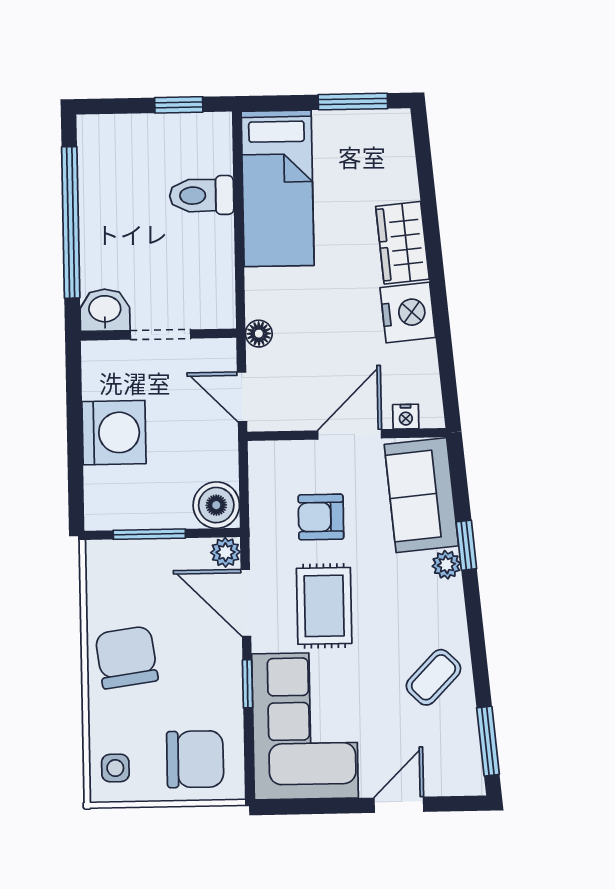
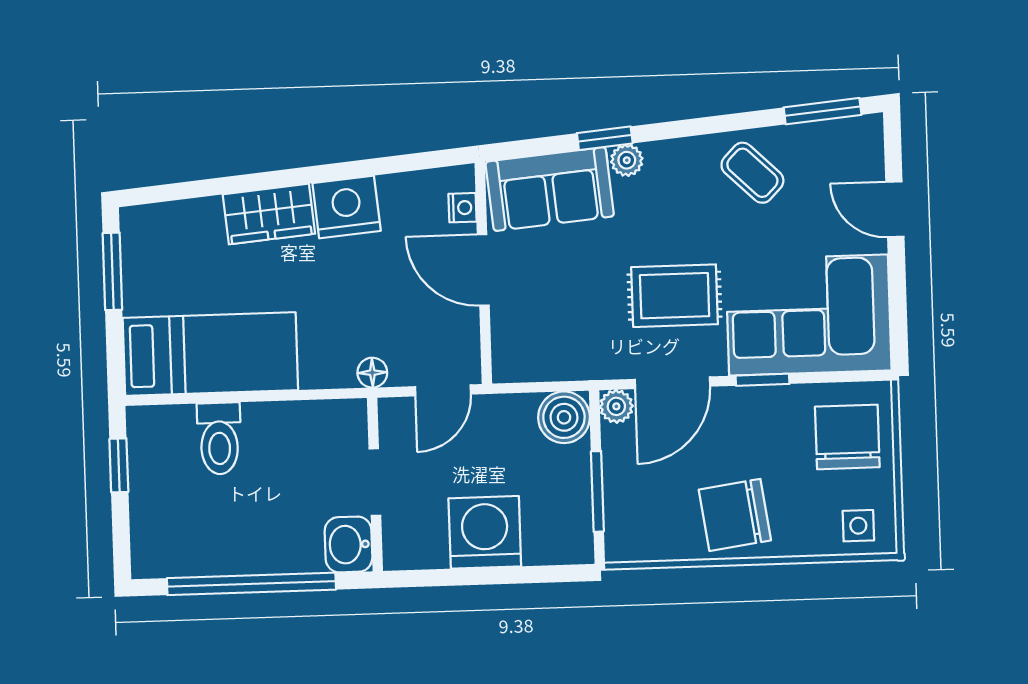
armchair: (321, 517) -> (576, 301), removed

